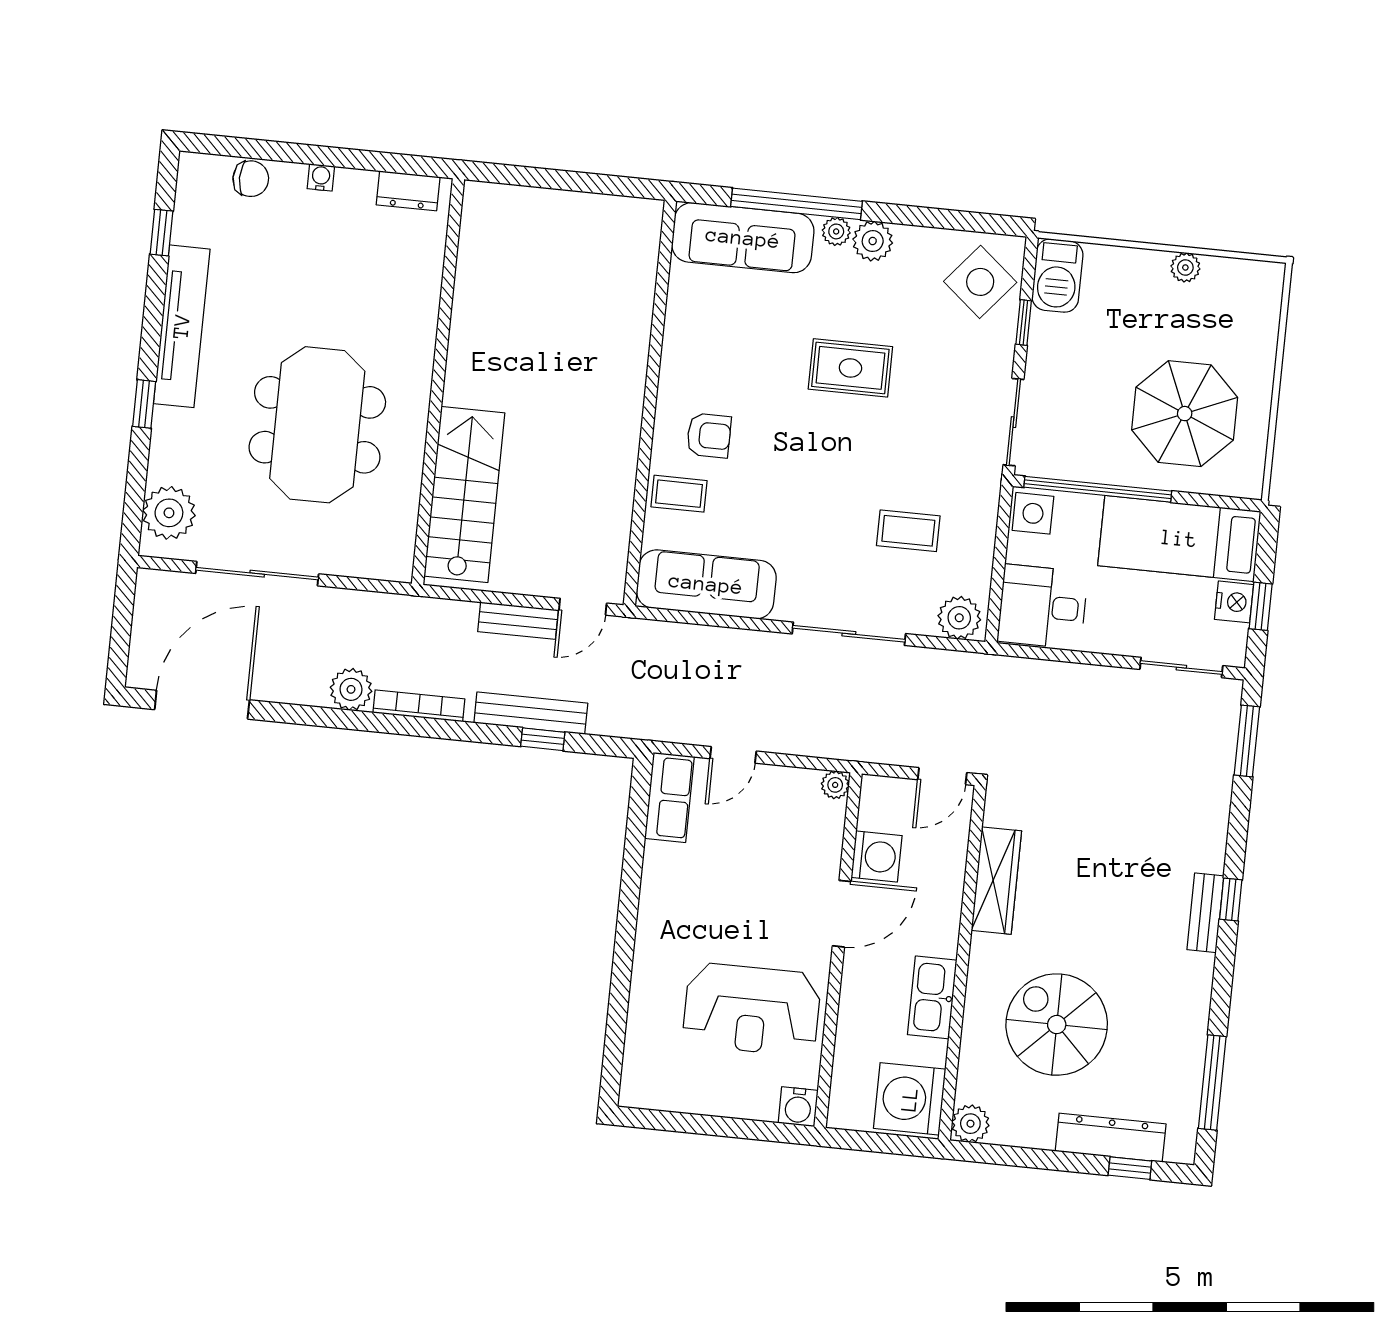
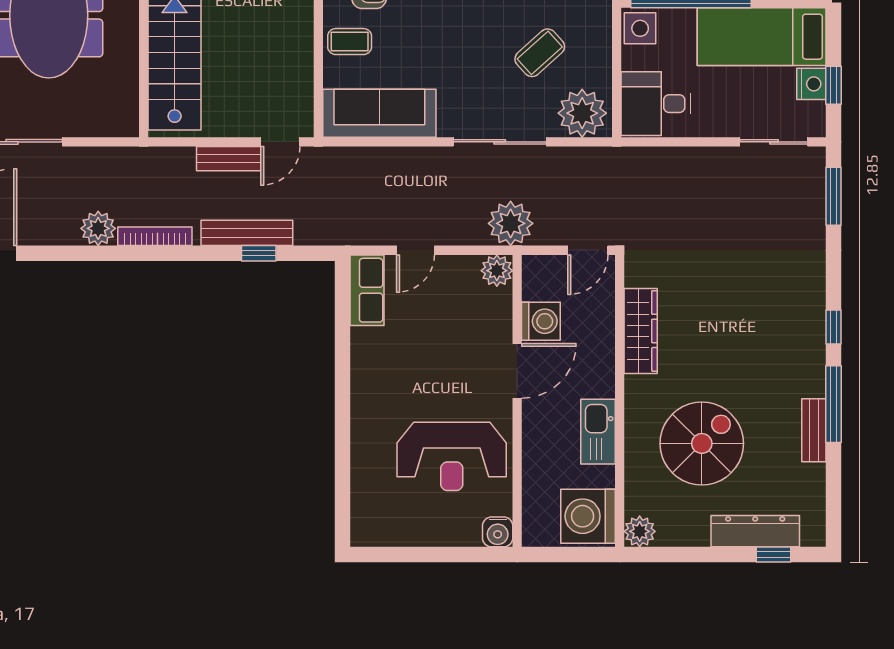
coffee table: (908, 531) -> (540, 53), turned -42
plant: (959, 618) -> (582, 113), width x1.36, depth x1.36
plant: (852, 734) -> (511, 223), added
plant: (835, 785) -> (497, 271), width x1.38, depth x1.38
bench: (1205, 913) -> (814, 430), moved
spiral stairs: (1057, 1025) -> (702, 443), turned 90
window: (1212, 1083) -> (834, 404), moved

